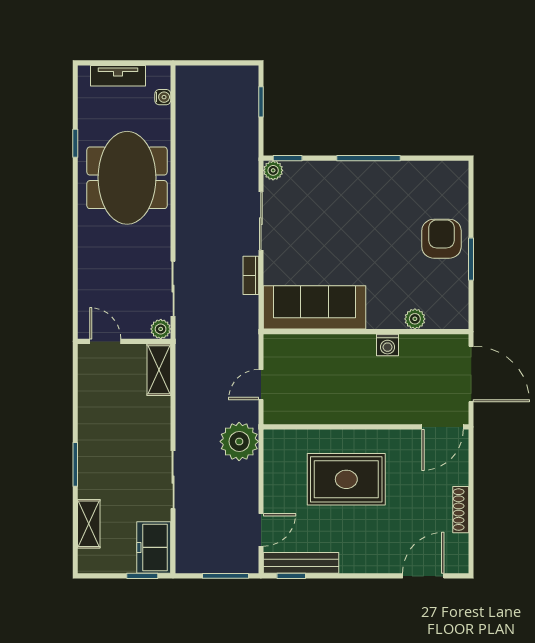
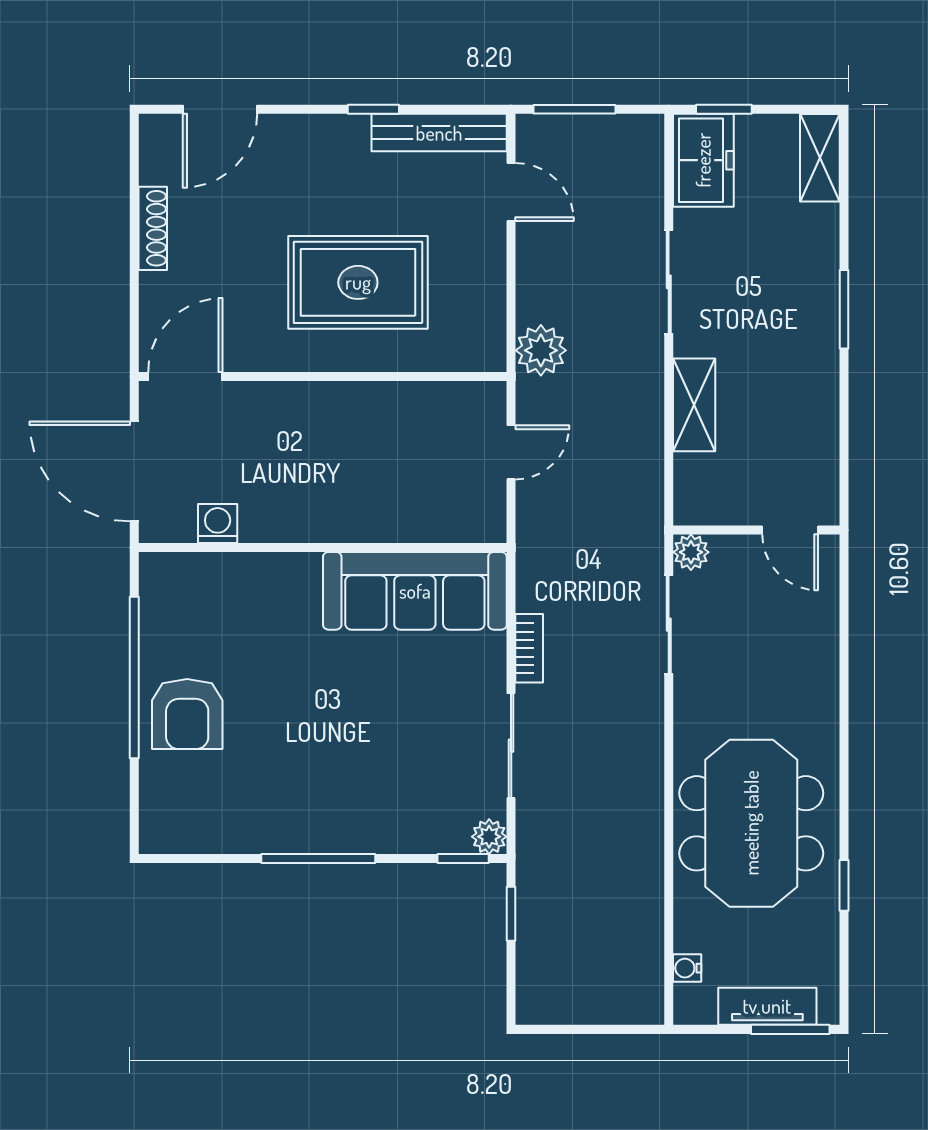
window: (105, 63) -> (790, 1029), added
window: (261, 102) -> (511, 914), moved
window: (471, 259) -> (134, 677), width x2.11
plant: (415, 319) -> (235, 570), removed
washing machine: (388, 345) -> (218, 524), moved
shelving: (159, 370) -> (694, 405), moved
plant: (239, 441) -> (541, 350), width x0.73, depth x0.73
shelving: (89, 524) -> (820, 158), moved
door: (261, 530) -> (511, 192), swing flipped
window: (291, 576) -> (373, 109), moved

